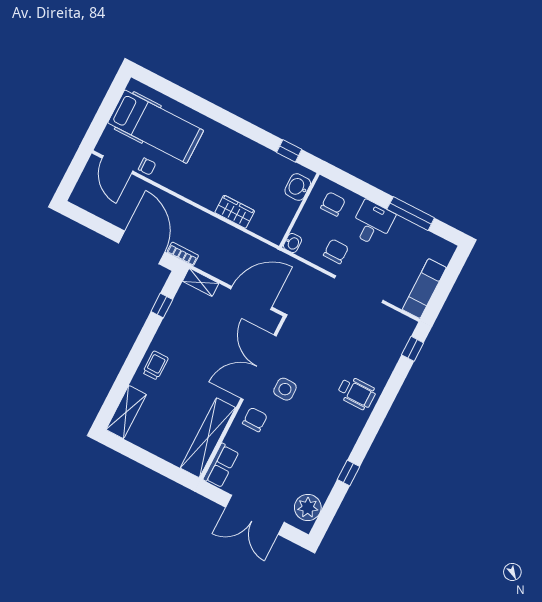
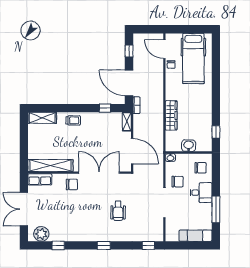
door: (117, 165) -> (164, 49), hinge flipped
washbasin: (298, 187) -> (189, 146), moved
wardrobe: (235, 212) -> (171, 115), width x1.50
window: (92, 222) -> (129, 51), added
door: (142, 247) -> (129, 83), swing flipped
exam couch: (424, 289) -> (196, 236), moved
side table: (285, 389) -> (95, 192), removed
wheelchair: (357, 393) -> (118, 211), moved
window: (376, 419) -> (104, 245), added
window: (348, 473) -> (58, 245), moved

